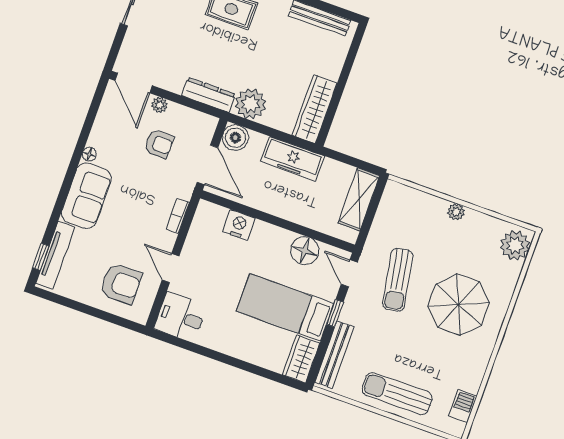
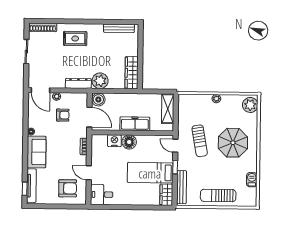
freezer: (293, 159) -> (135, 124), moved, turned 180
floor lamp: (305, 251) -> (129, 142), moved
barbecue: (463, 406) -> (252, 180), moved

